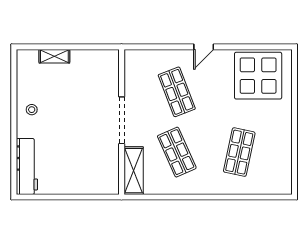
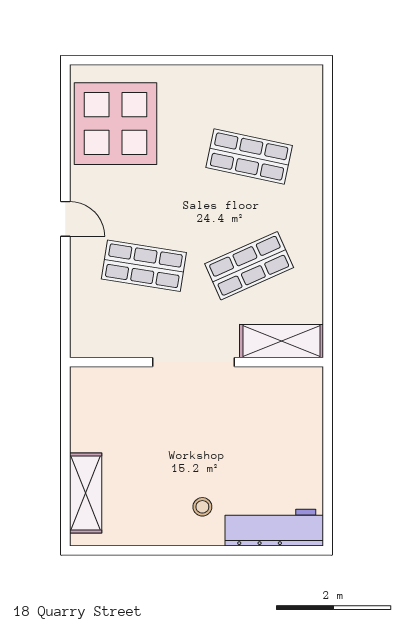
shelving: (54, 56) -> (86, 493), width x1.50, depth x1.33
shop shelf: (177, 92) -> (144, 266), turned 30
stool: (32, 110) -> (202, 507), moved

